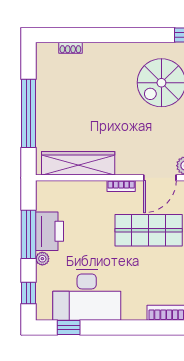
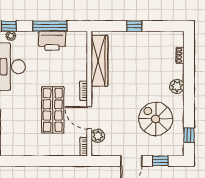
plant: (115, 52) -> (177, 86), added
window: (29, 113) -> (134, 26), width x0.32
plant: (42, 259) -> (11, 36), moved

